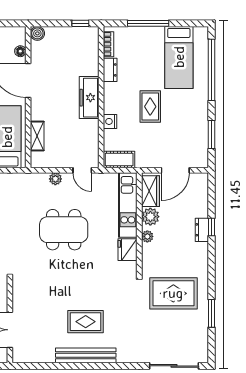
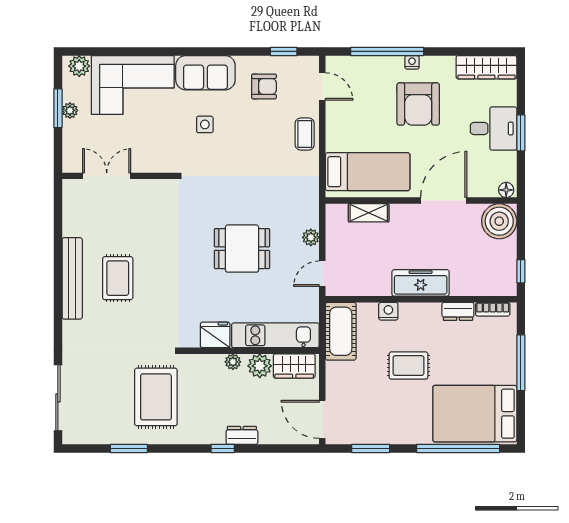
boiler: (37, 33) -> (499, 221), width x1.86, depth x1.86
floor lamp: (20, 51) -> (506, 190), moved
bed: (179, 57) -> (475, 414), width x1.50
cot: (119, 159) -> (341, 331), width x1.37, depth x1.34
door: (175, 170) -> (322, 419), moved
window: (212, 227) -> (223, 448), moved
dining table: (64, 230) -> (242, 249), width x0.73

